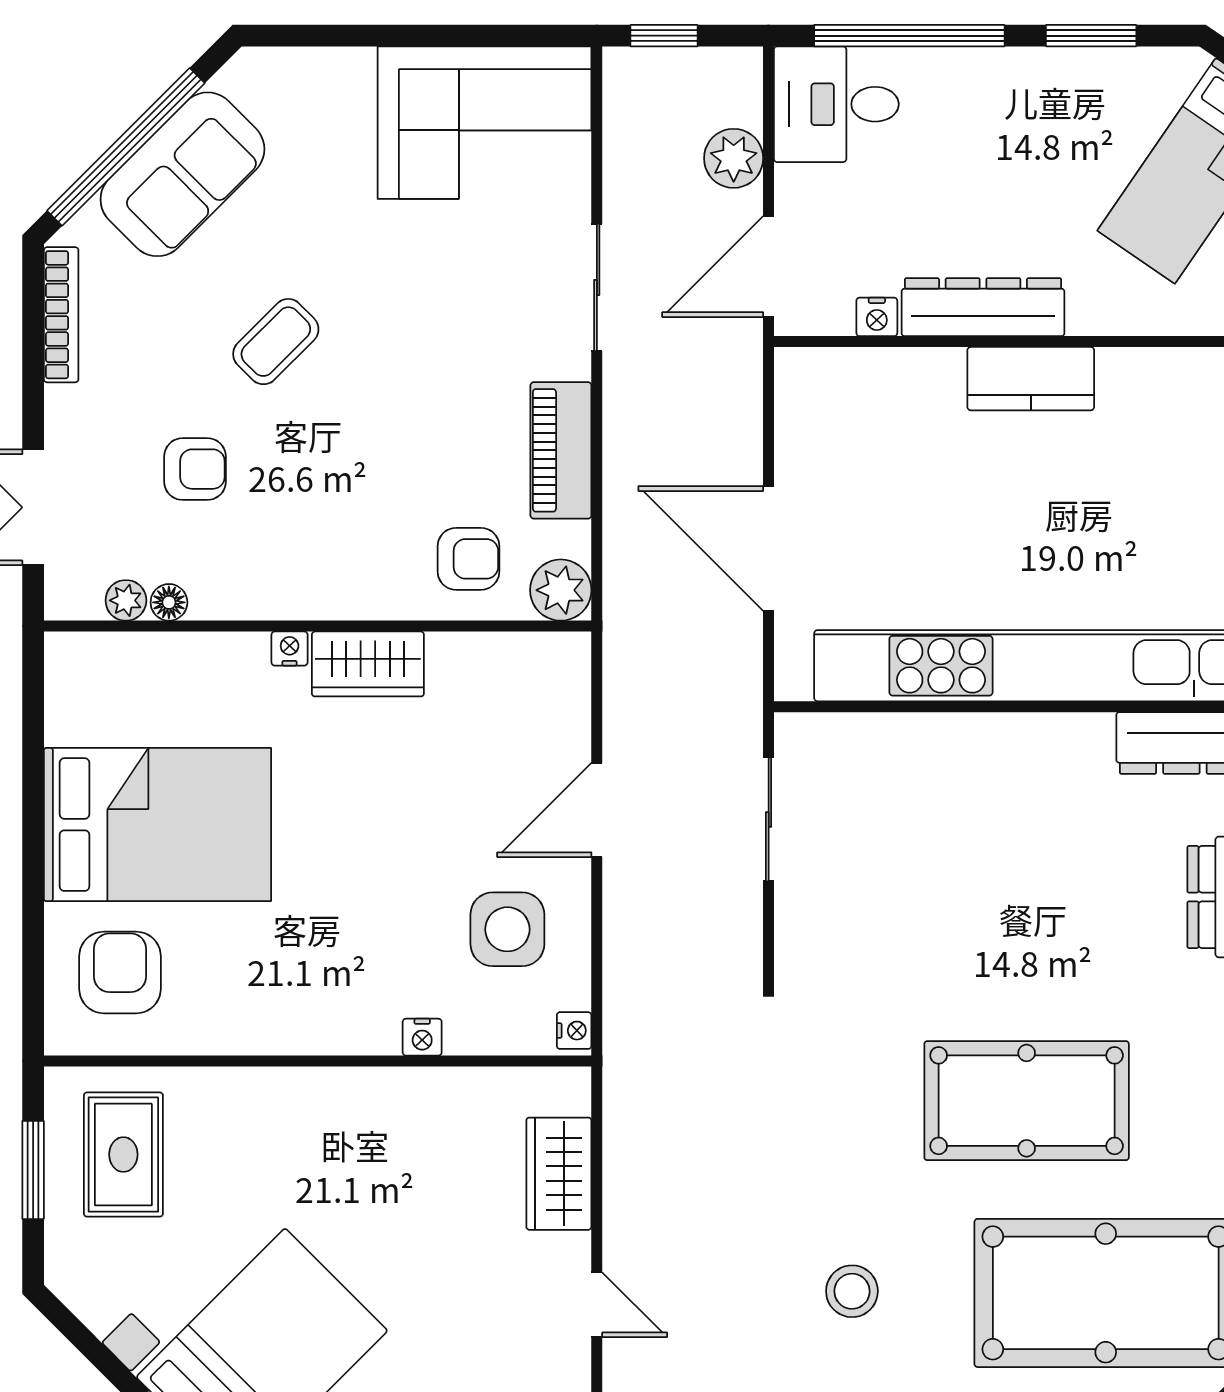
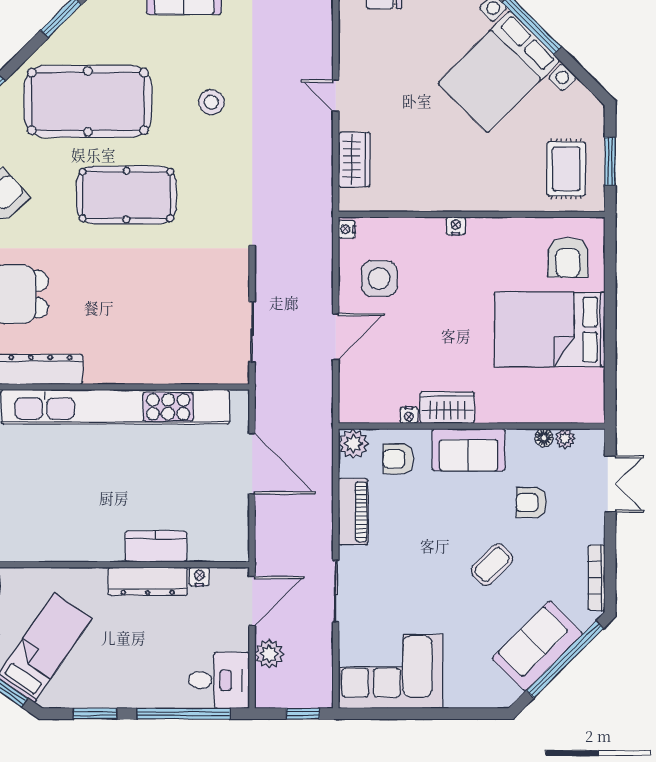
kitchen counter: (1031, 379) -> (156, 547), moved
sofa: (324, 578) -> (469, 450), added
nightstand: (290, 649) -> (409, 415), moved
nightstand: (422, 1037) -> (456, 226), moved

